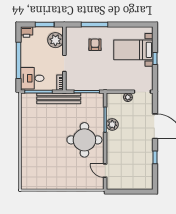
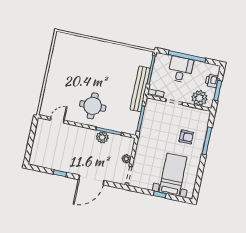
printer: (27, 32) -> (212, 81), moved
desk: (32, 78) -> (181, 70), moved
round table: (84, 140) -> (93, 106), width x0.73, depth x0.73

